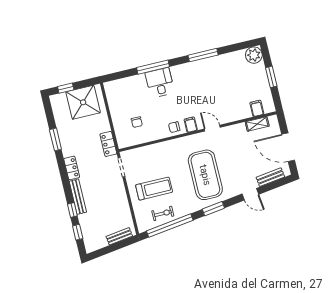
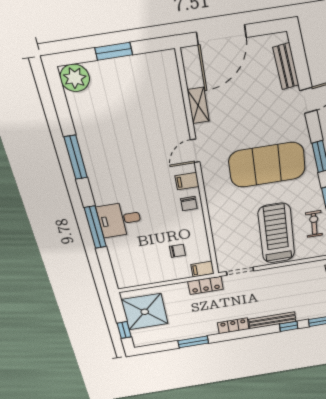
filing cabinet: (257, 108) -> (203, 269), moved
shelving: (257, 124) -> (198, 106), moved
door: (288, 147) -> (221, 35), moved
treadmill: (154, 189) -> (276, 233), width x1.37, depth x1.38

